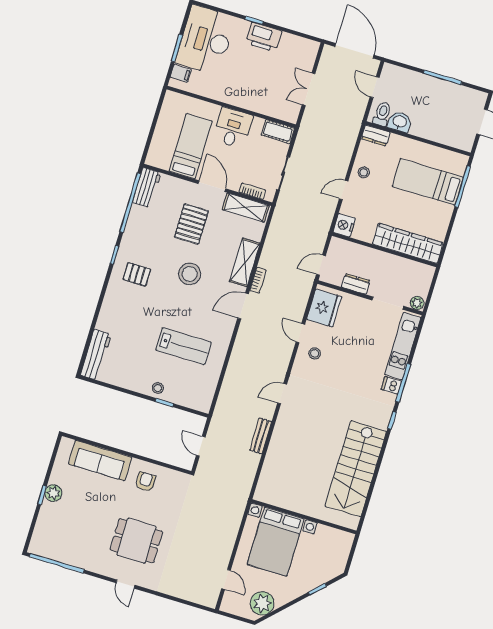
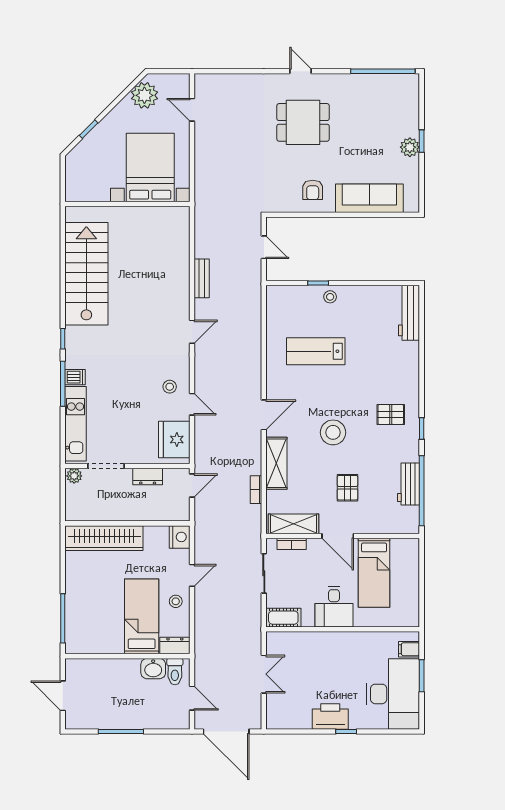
bed: (428, 182) -> (142, 616), moved, turned -90
workbench: (147, 188) -> (409, 484), moved
pallet: (191, 224) -> (348, 488), width x0.67, depth x0.71
bookcase: (258, 280) -> (256, 490), moved

